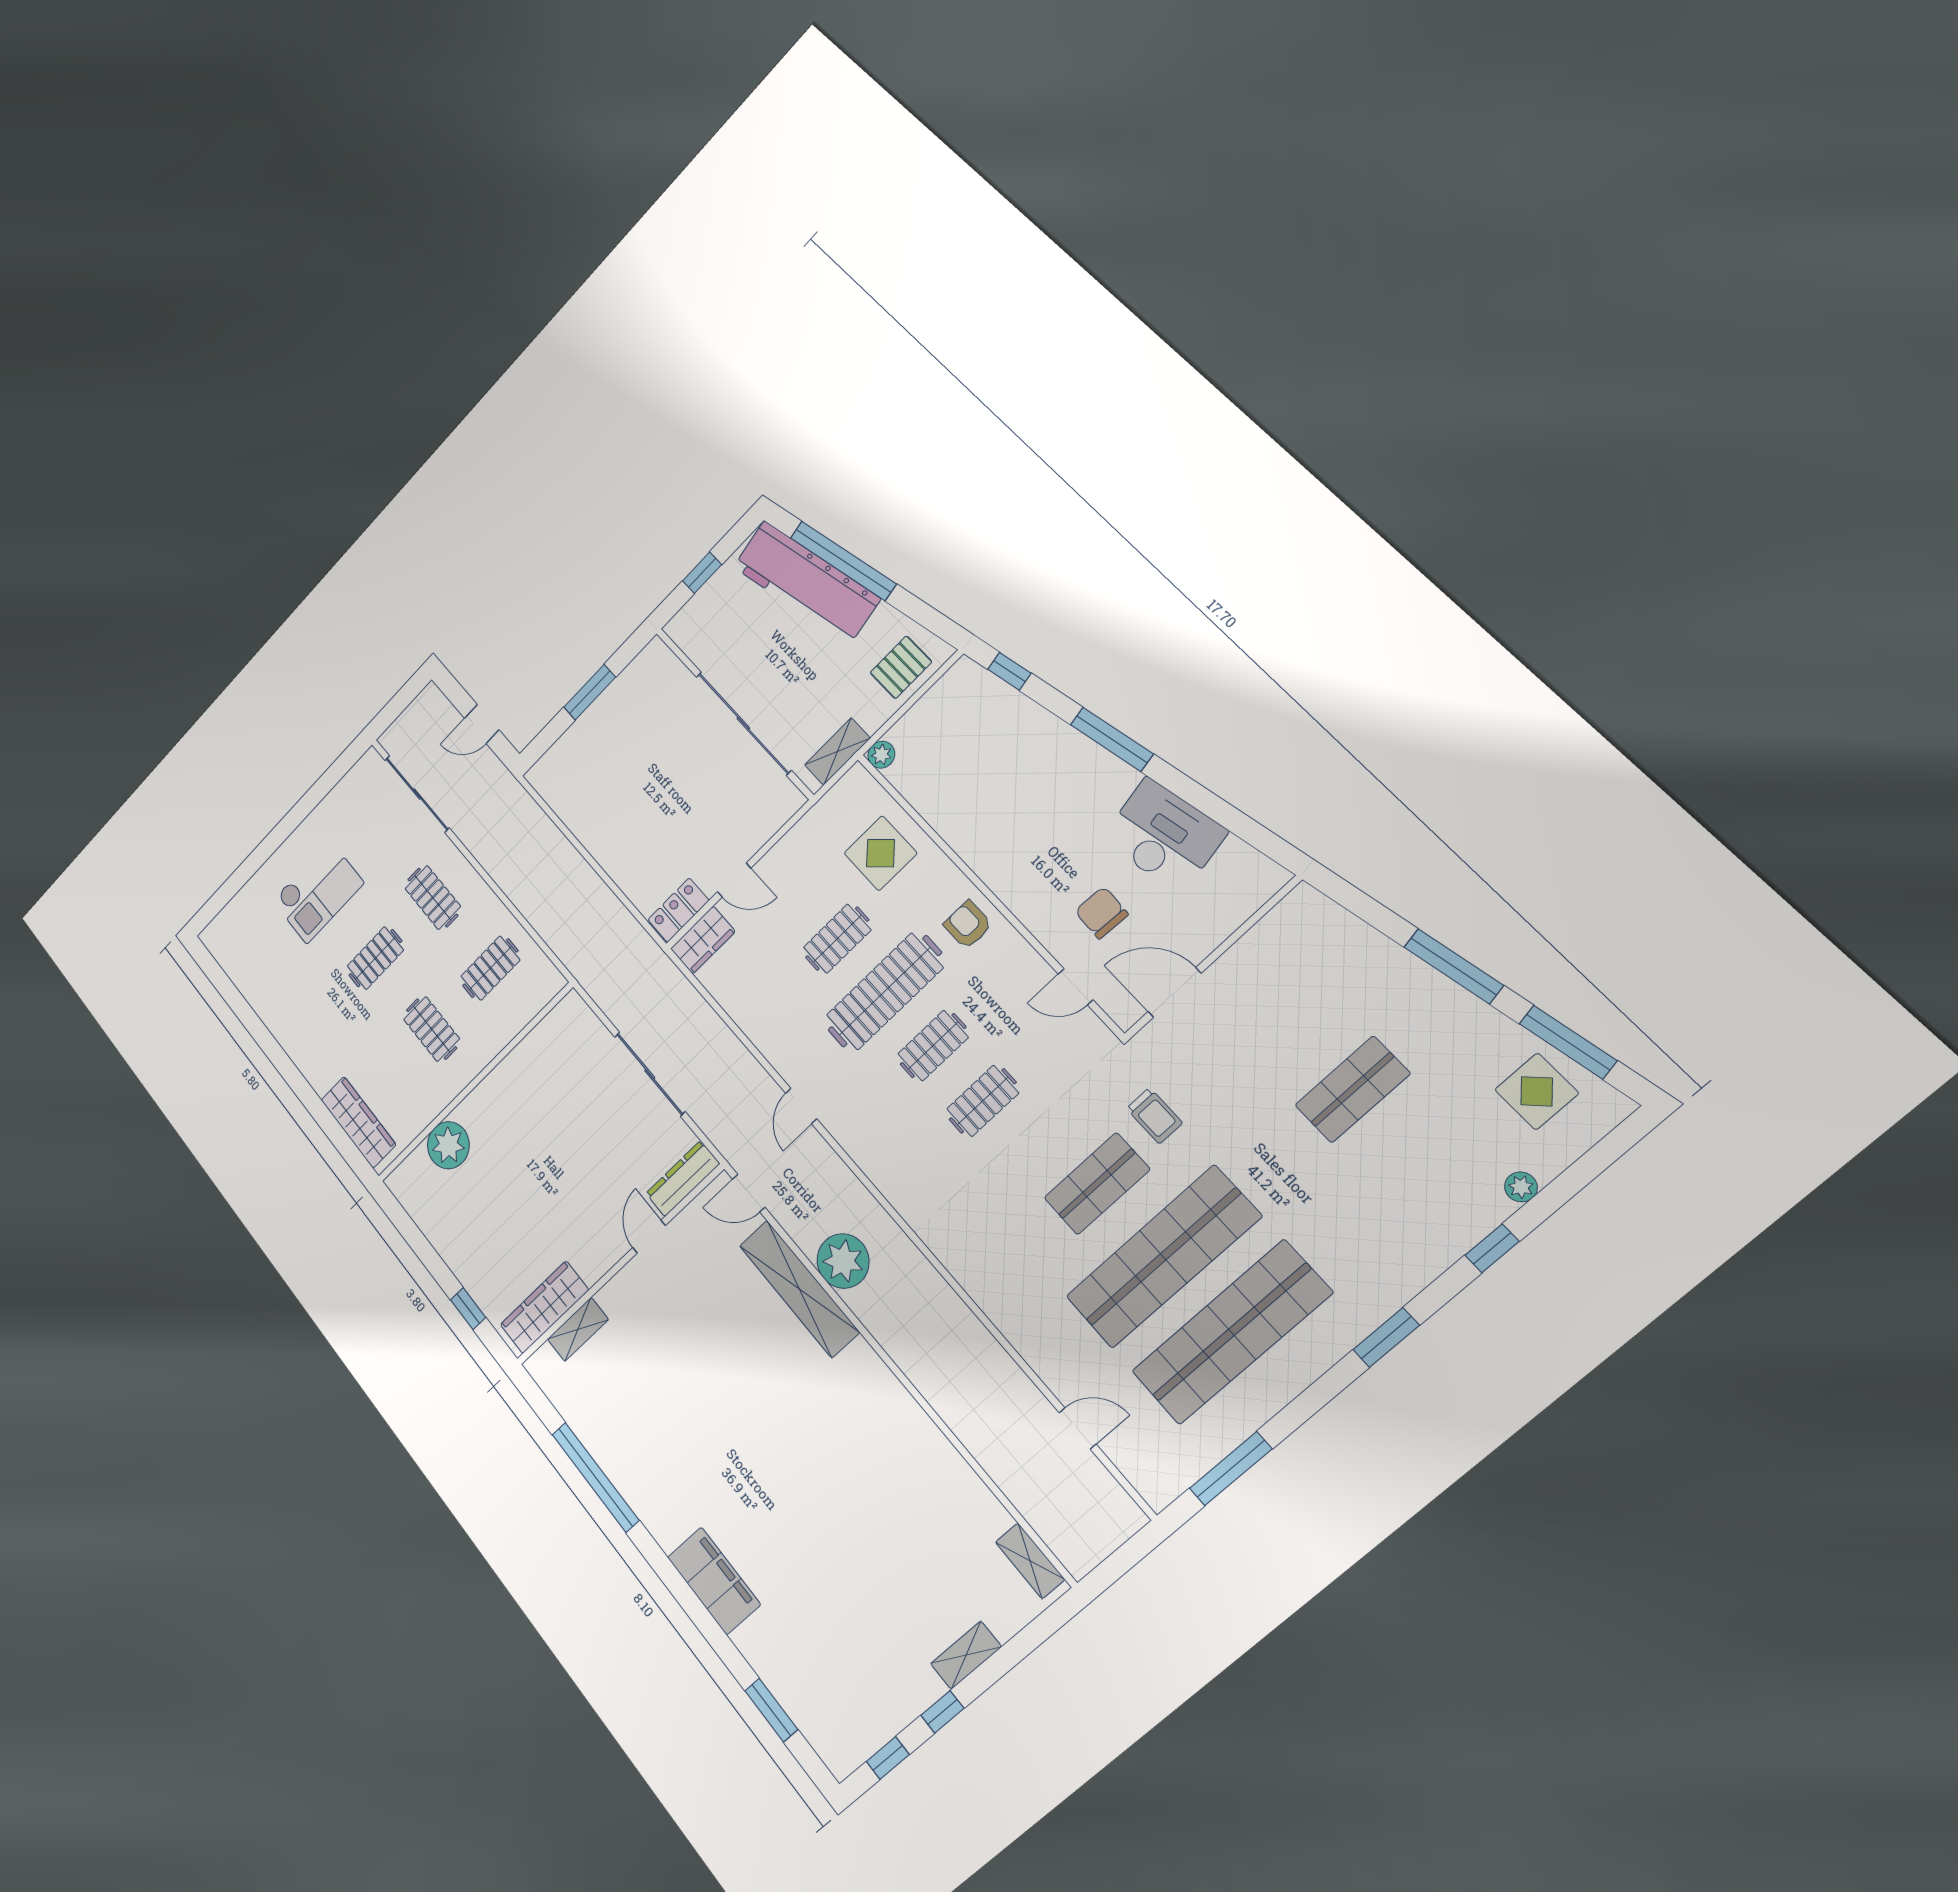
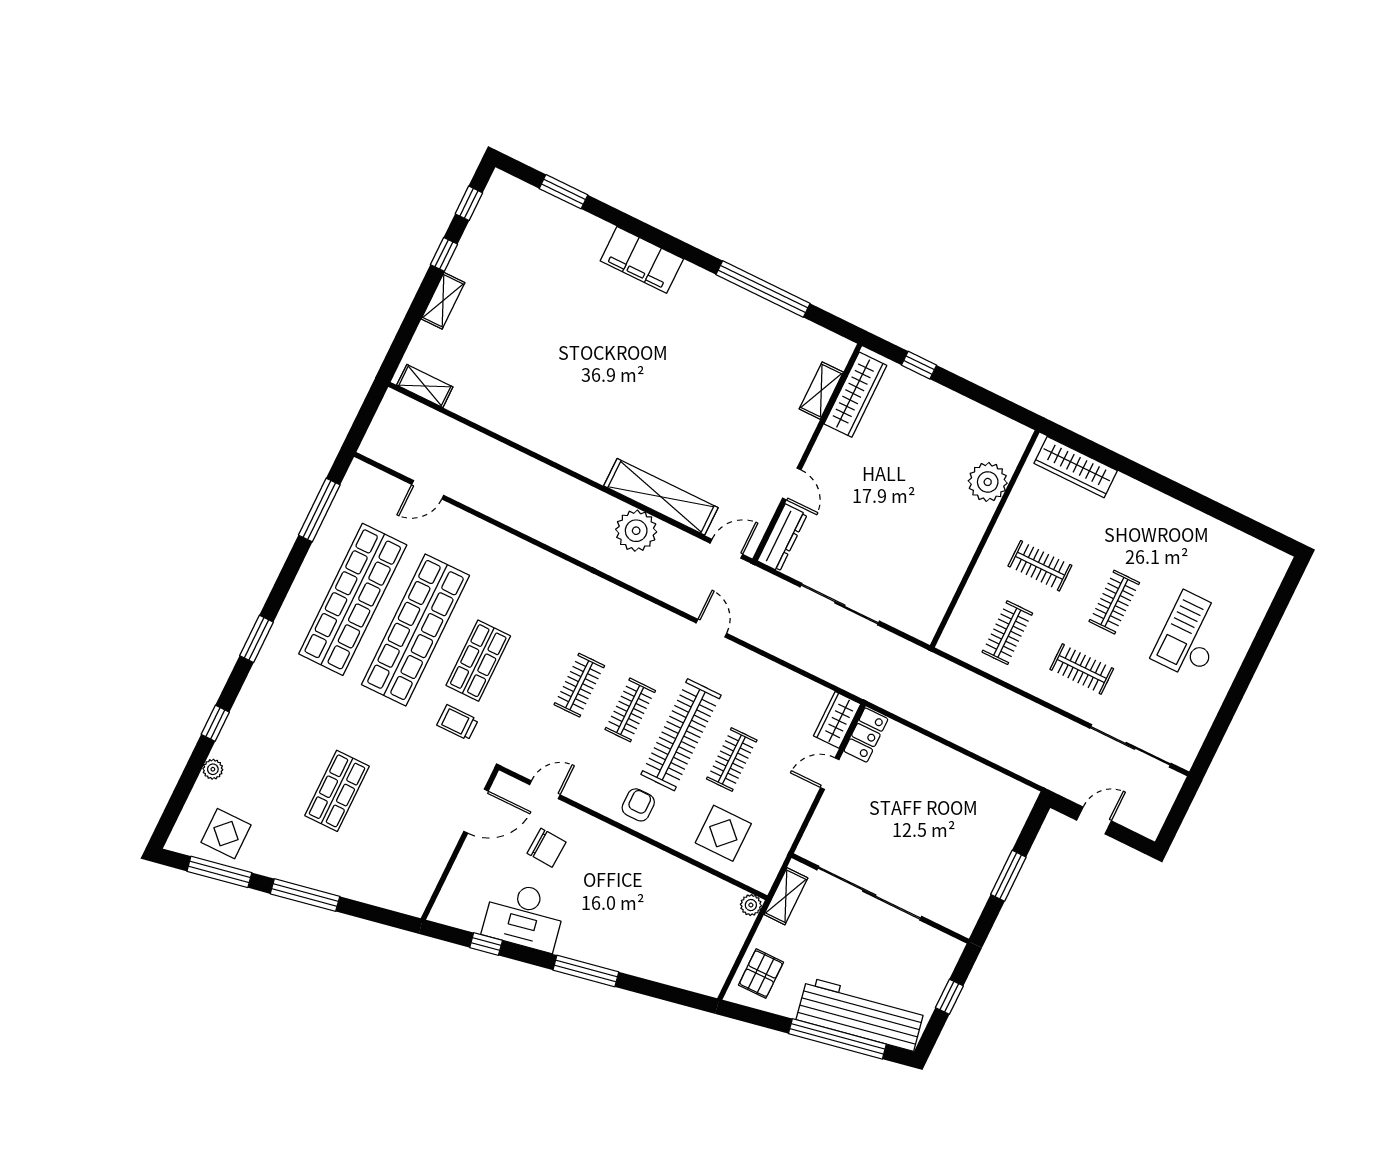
window: (1009, 671) -> (486, 944), moved
armchair: (968, 925) -> (638, 805), turned -90

